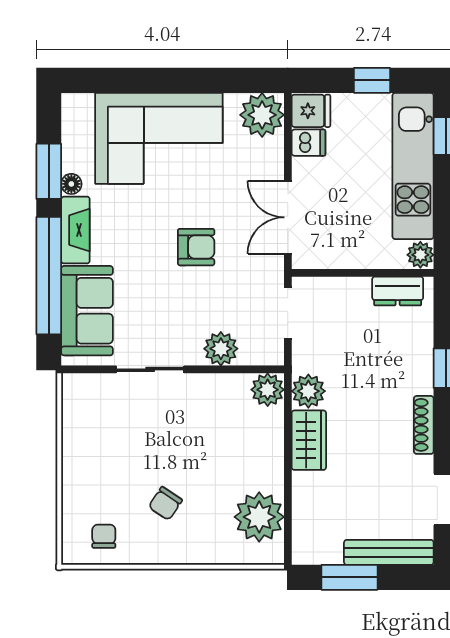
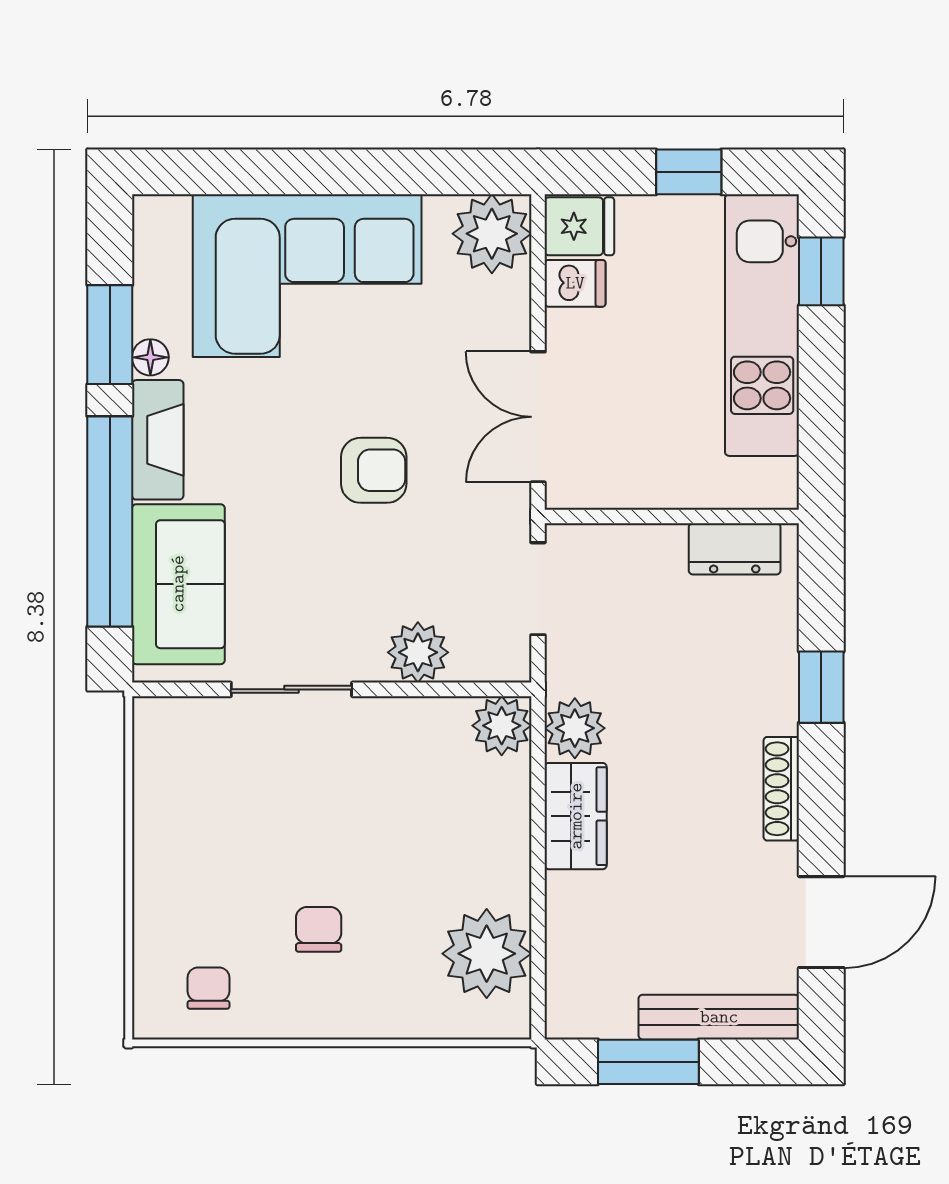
plant: (420, 255) -> (775, 484), removed
chair: (165, 503) -> (319, 929), turned 146

